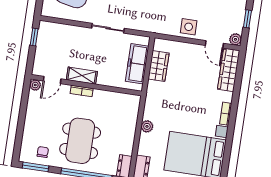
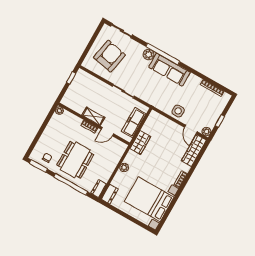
wardrobe: (159, 66) -> (140, 143), moved
door: (52, 80) -> (107, 132), moved

